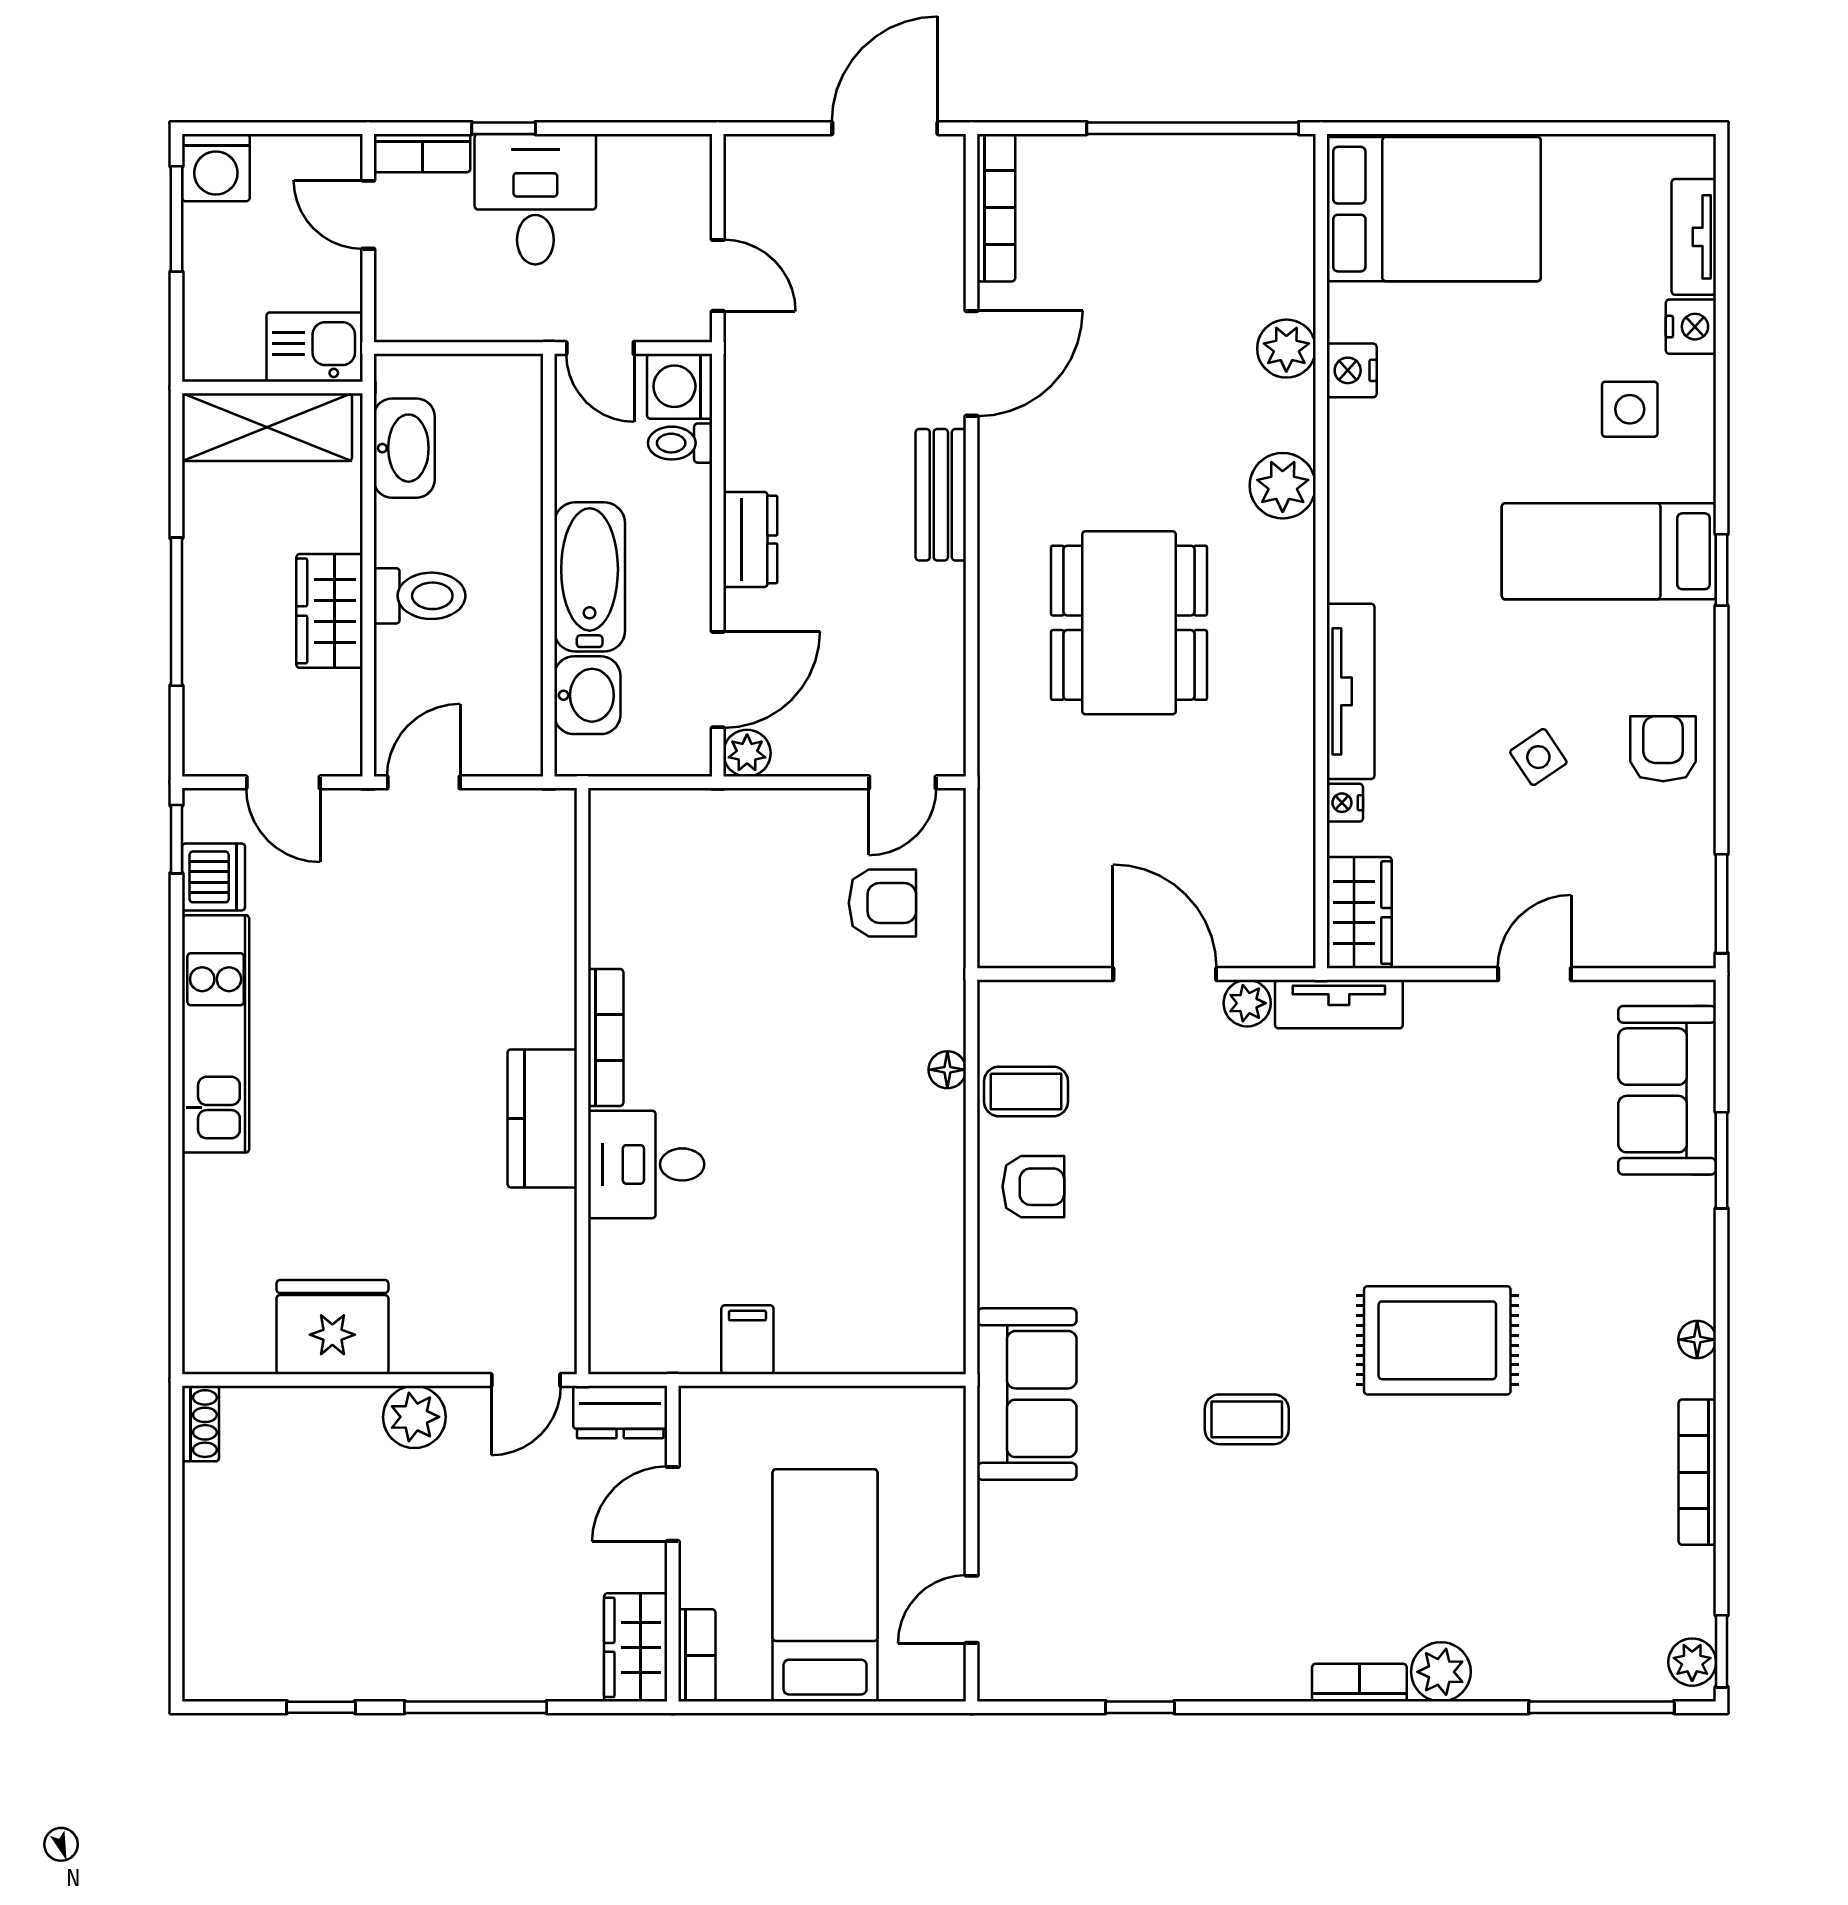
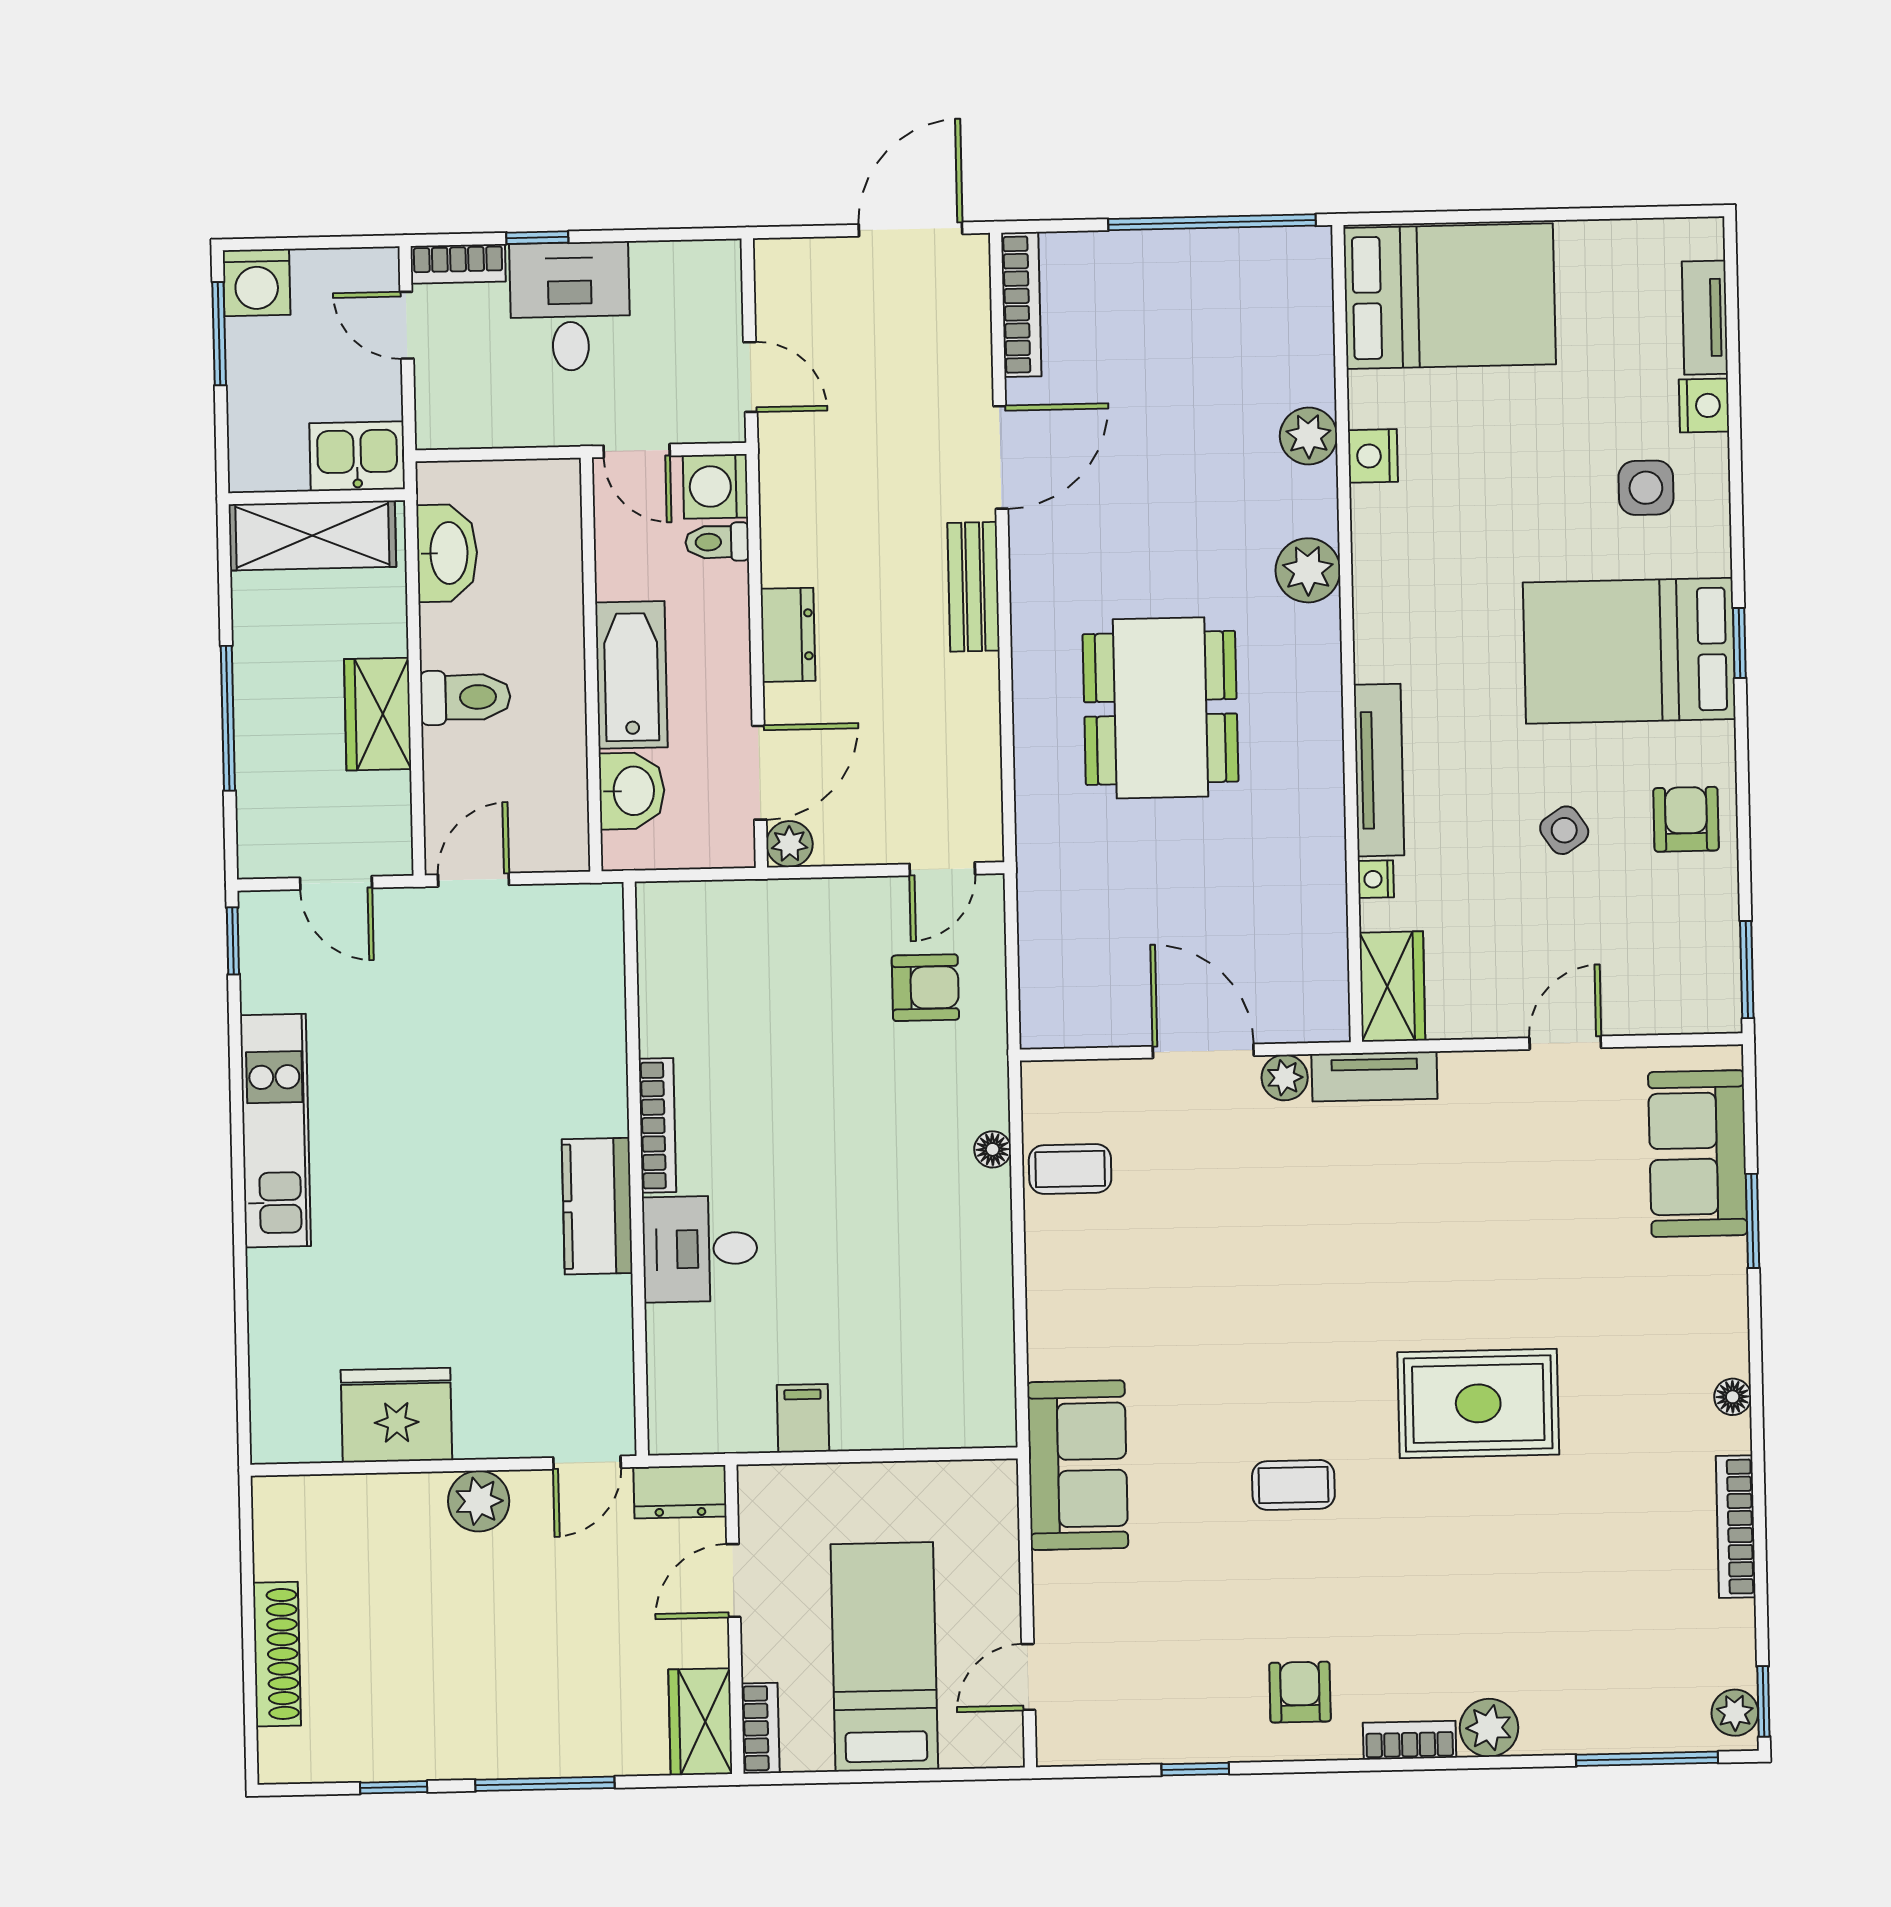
bed: (1609, 551) -> (1629, 651), width x1.50
dishwasher: (214, 877) -> (270, 977), removed
armchair: (1033, 1187) -> (1300, 1692), moved, turned -90
shoe rack: (201, 1424) -> (277, 1654), moved, width x1.94, depth x1.24

